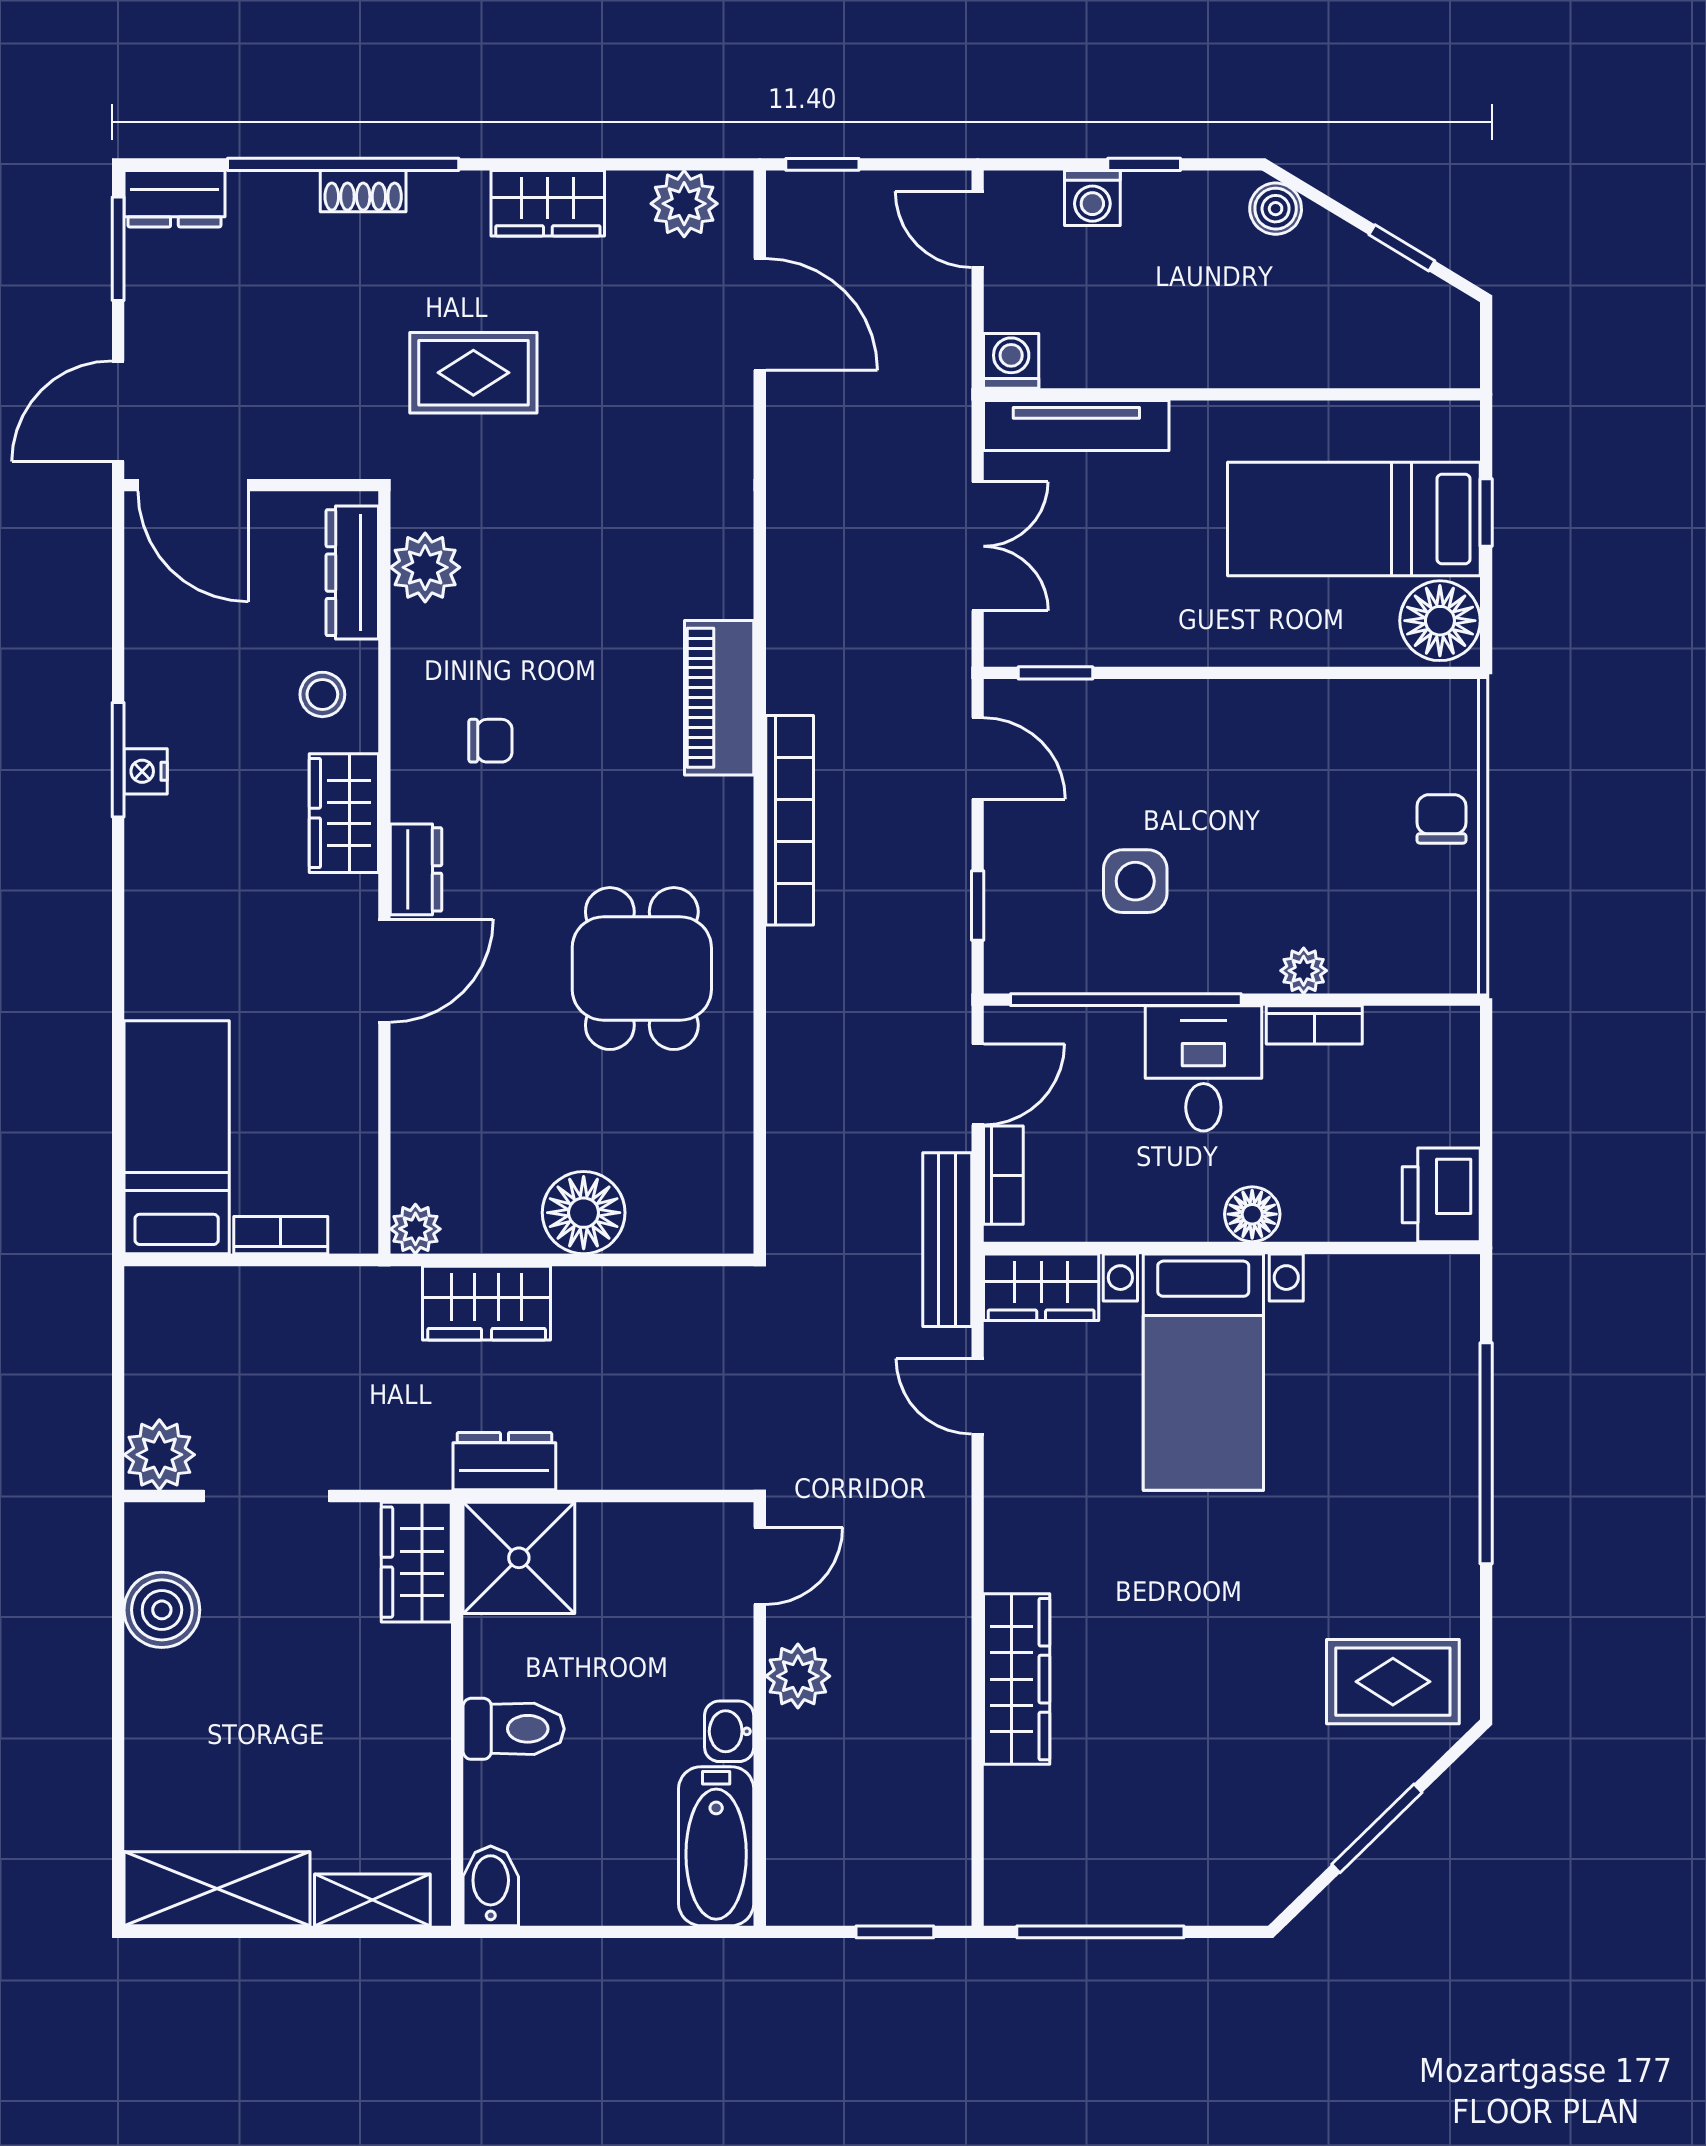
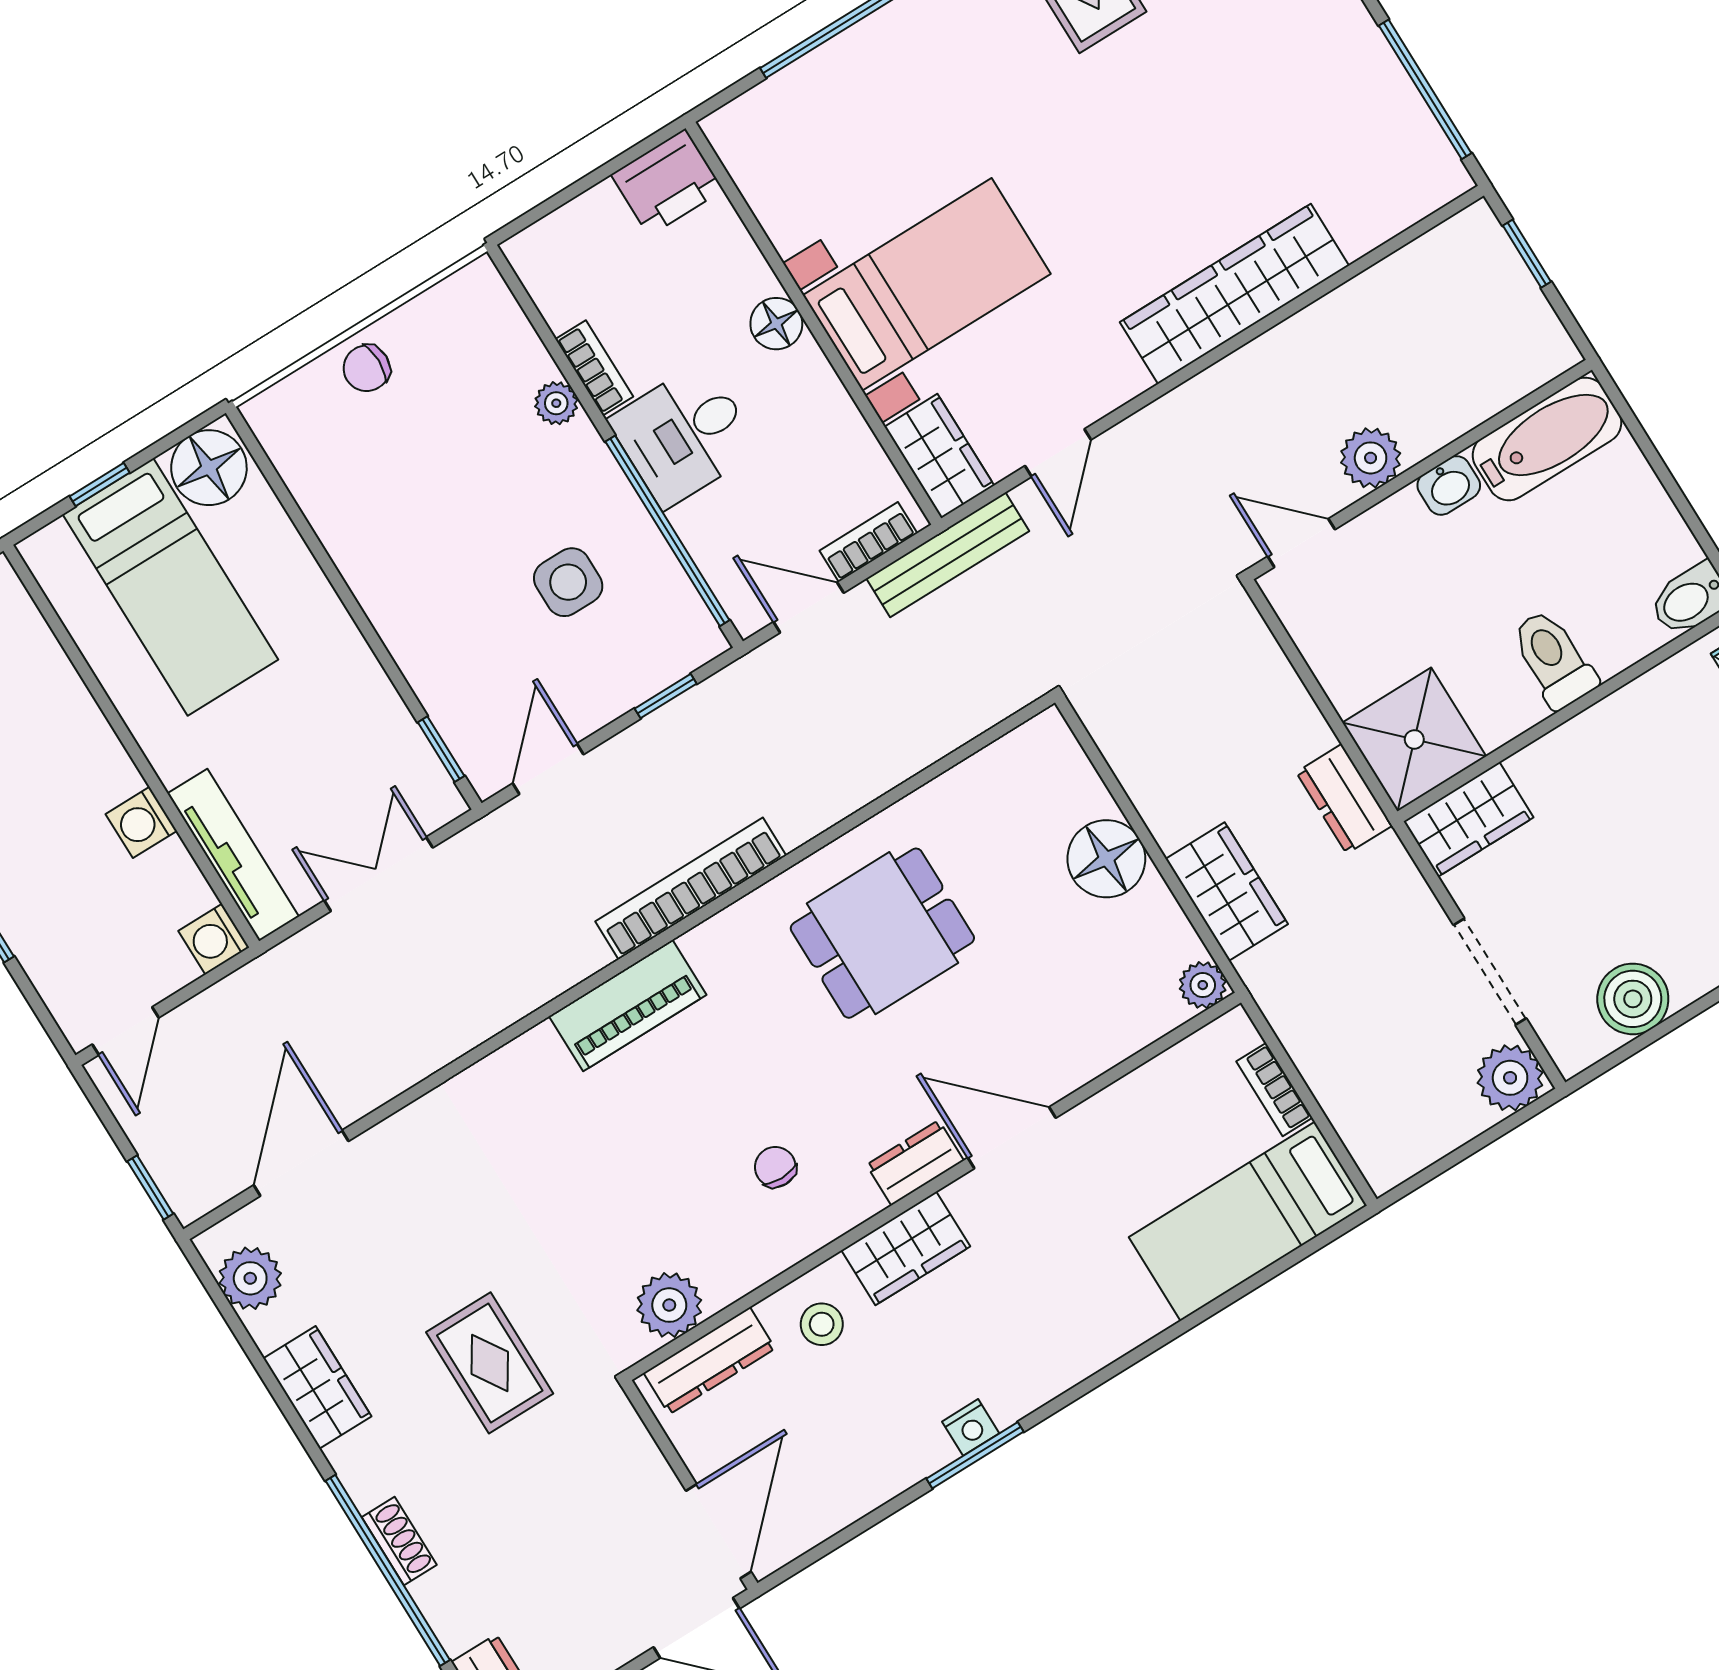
washing machine: (1092, 198) -> (141, 822), moved, turned 180
wardrobe: (1017, 1679) -> (1234, 294), width x1.40, depth x1.17

